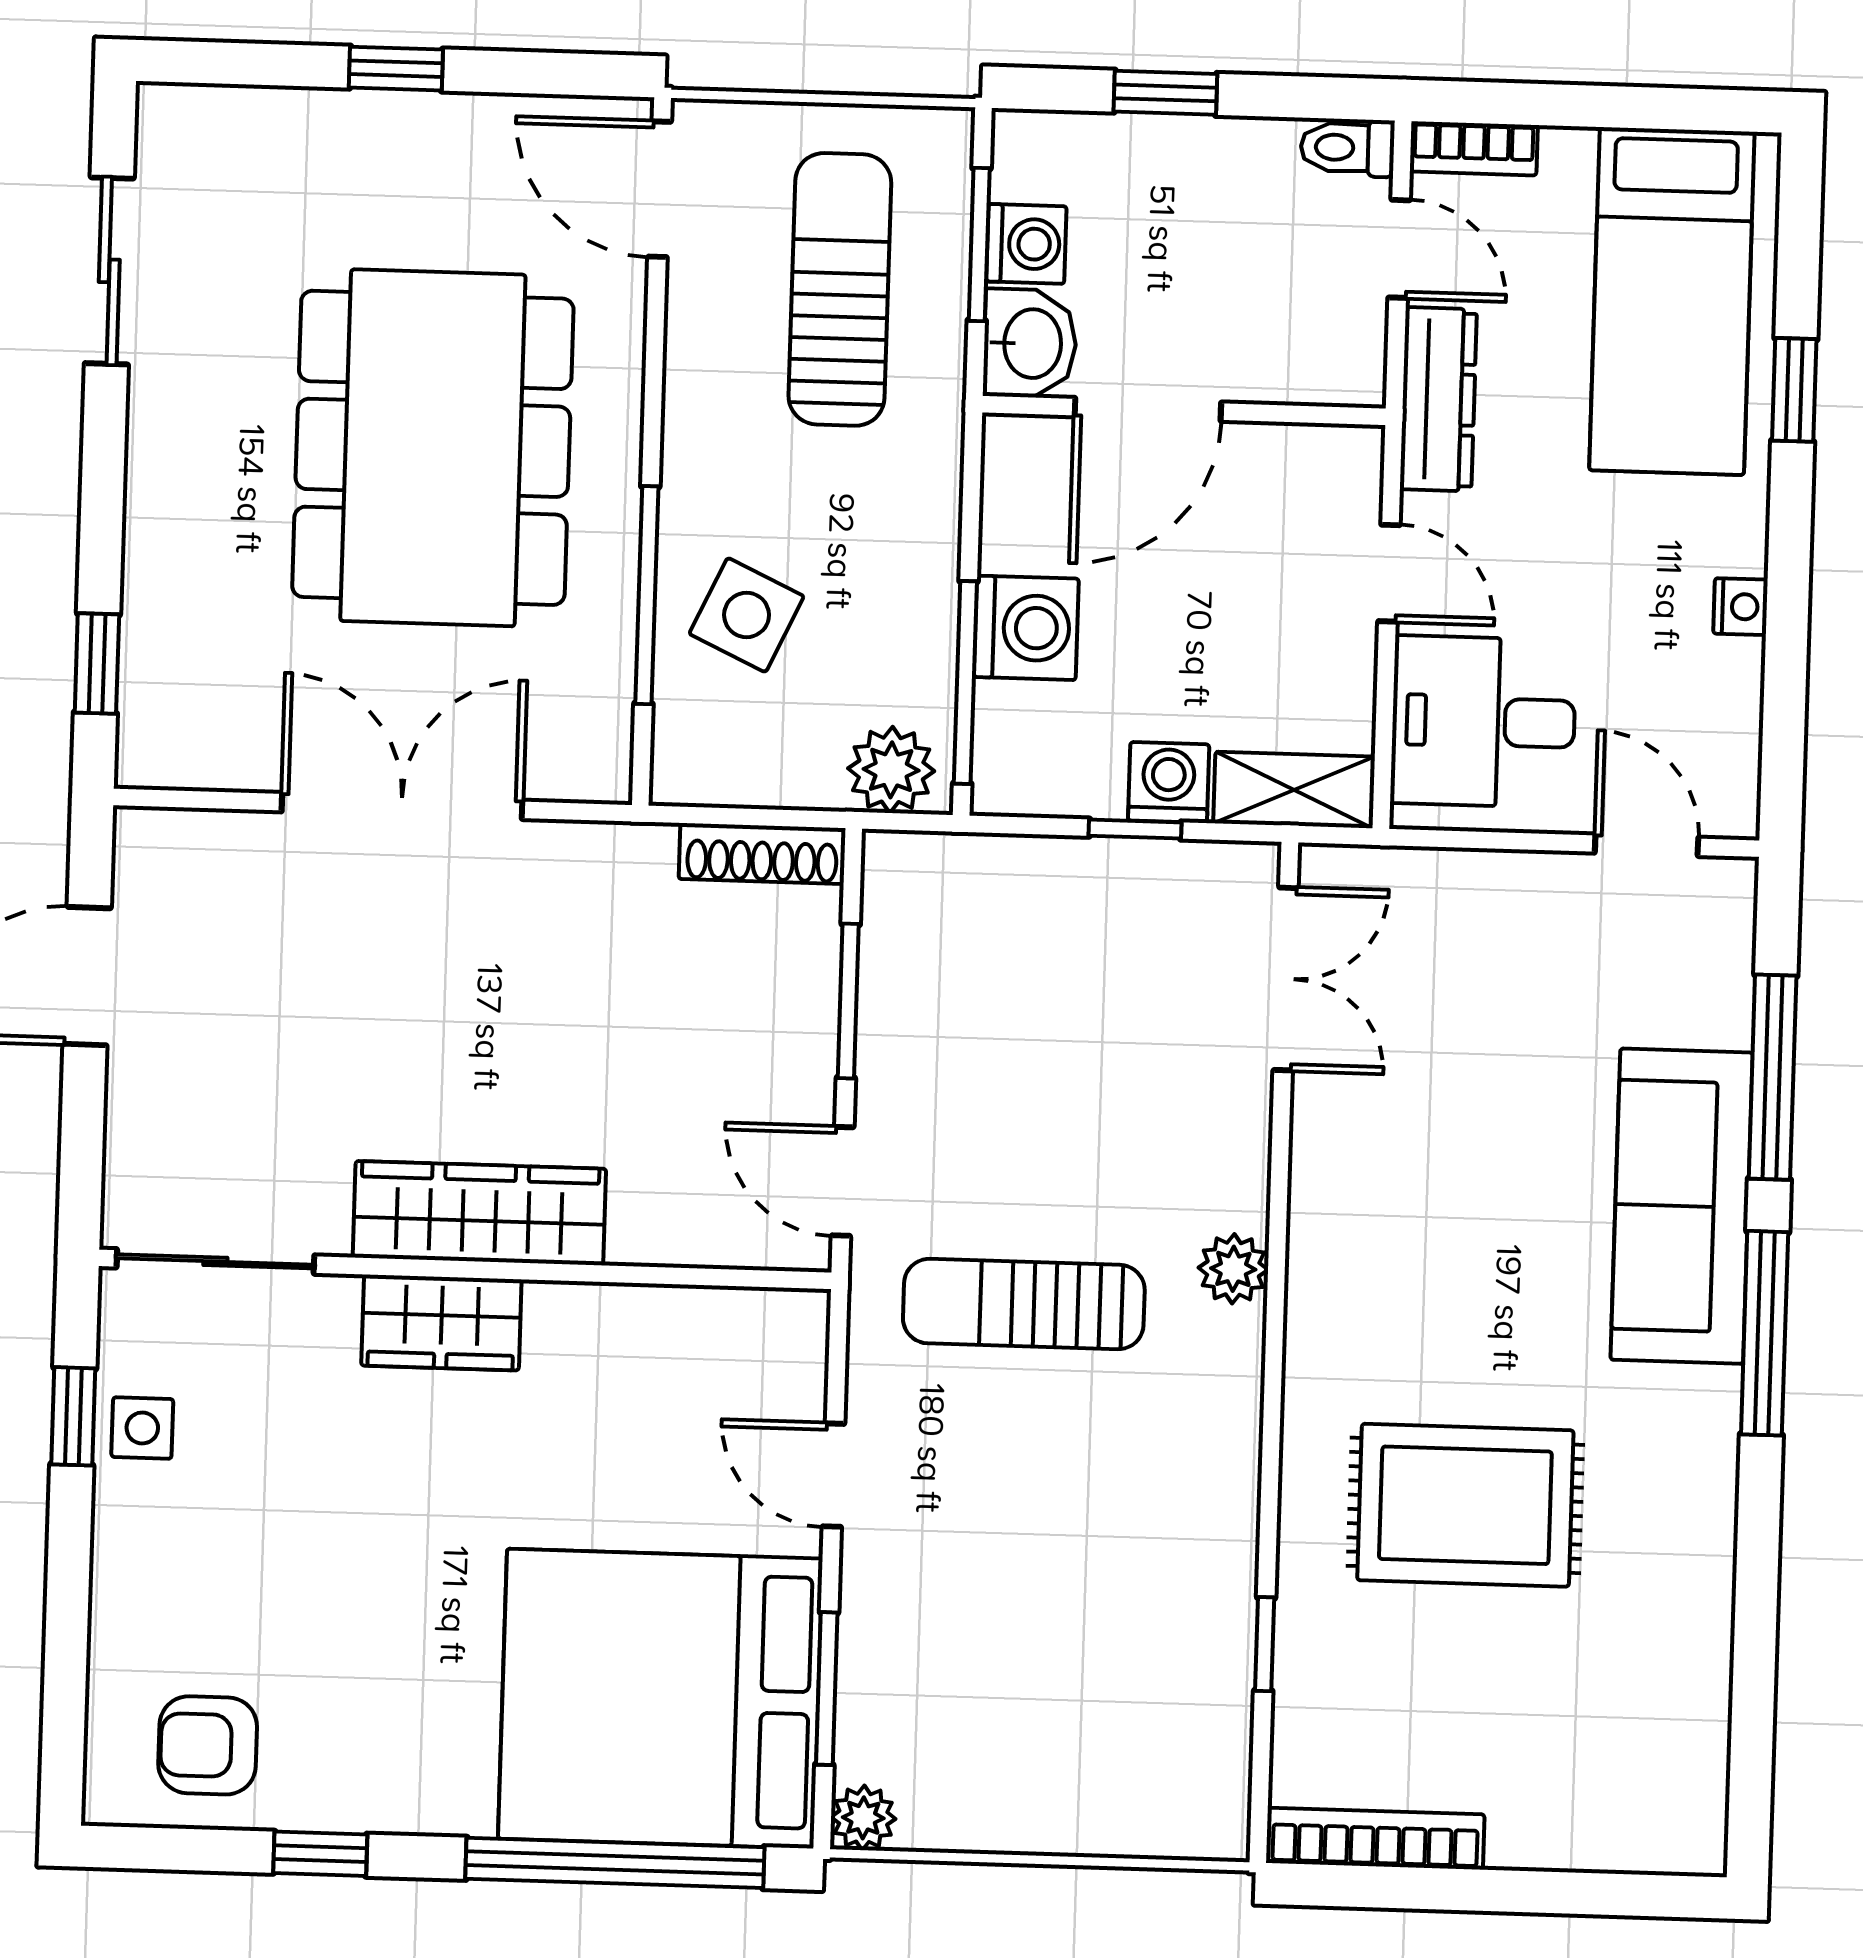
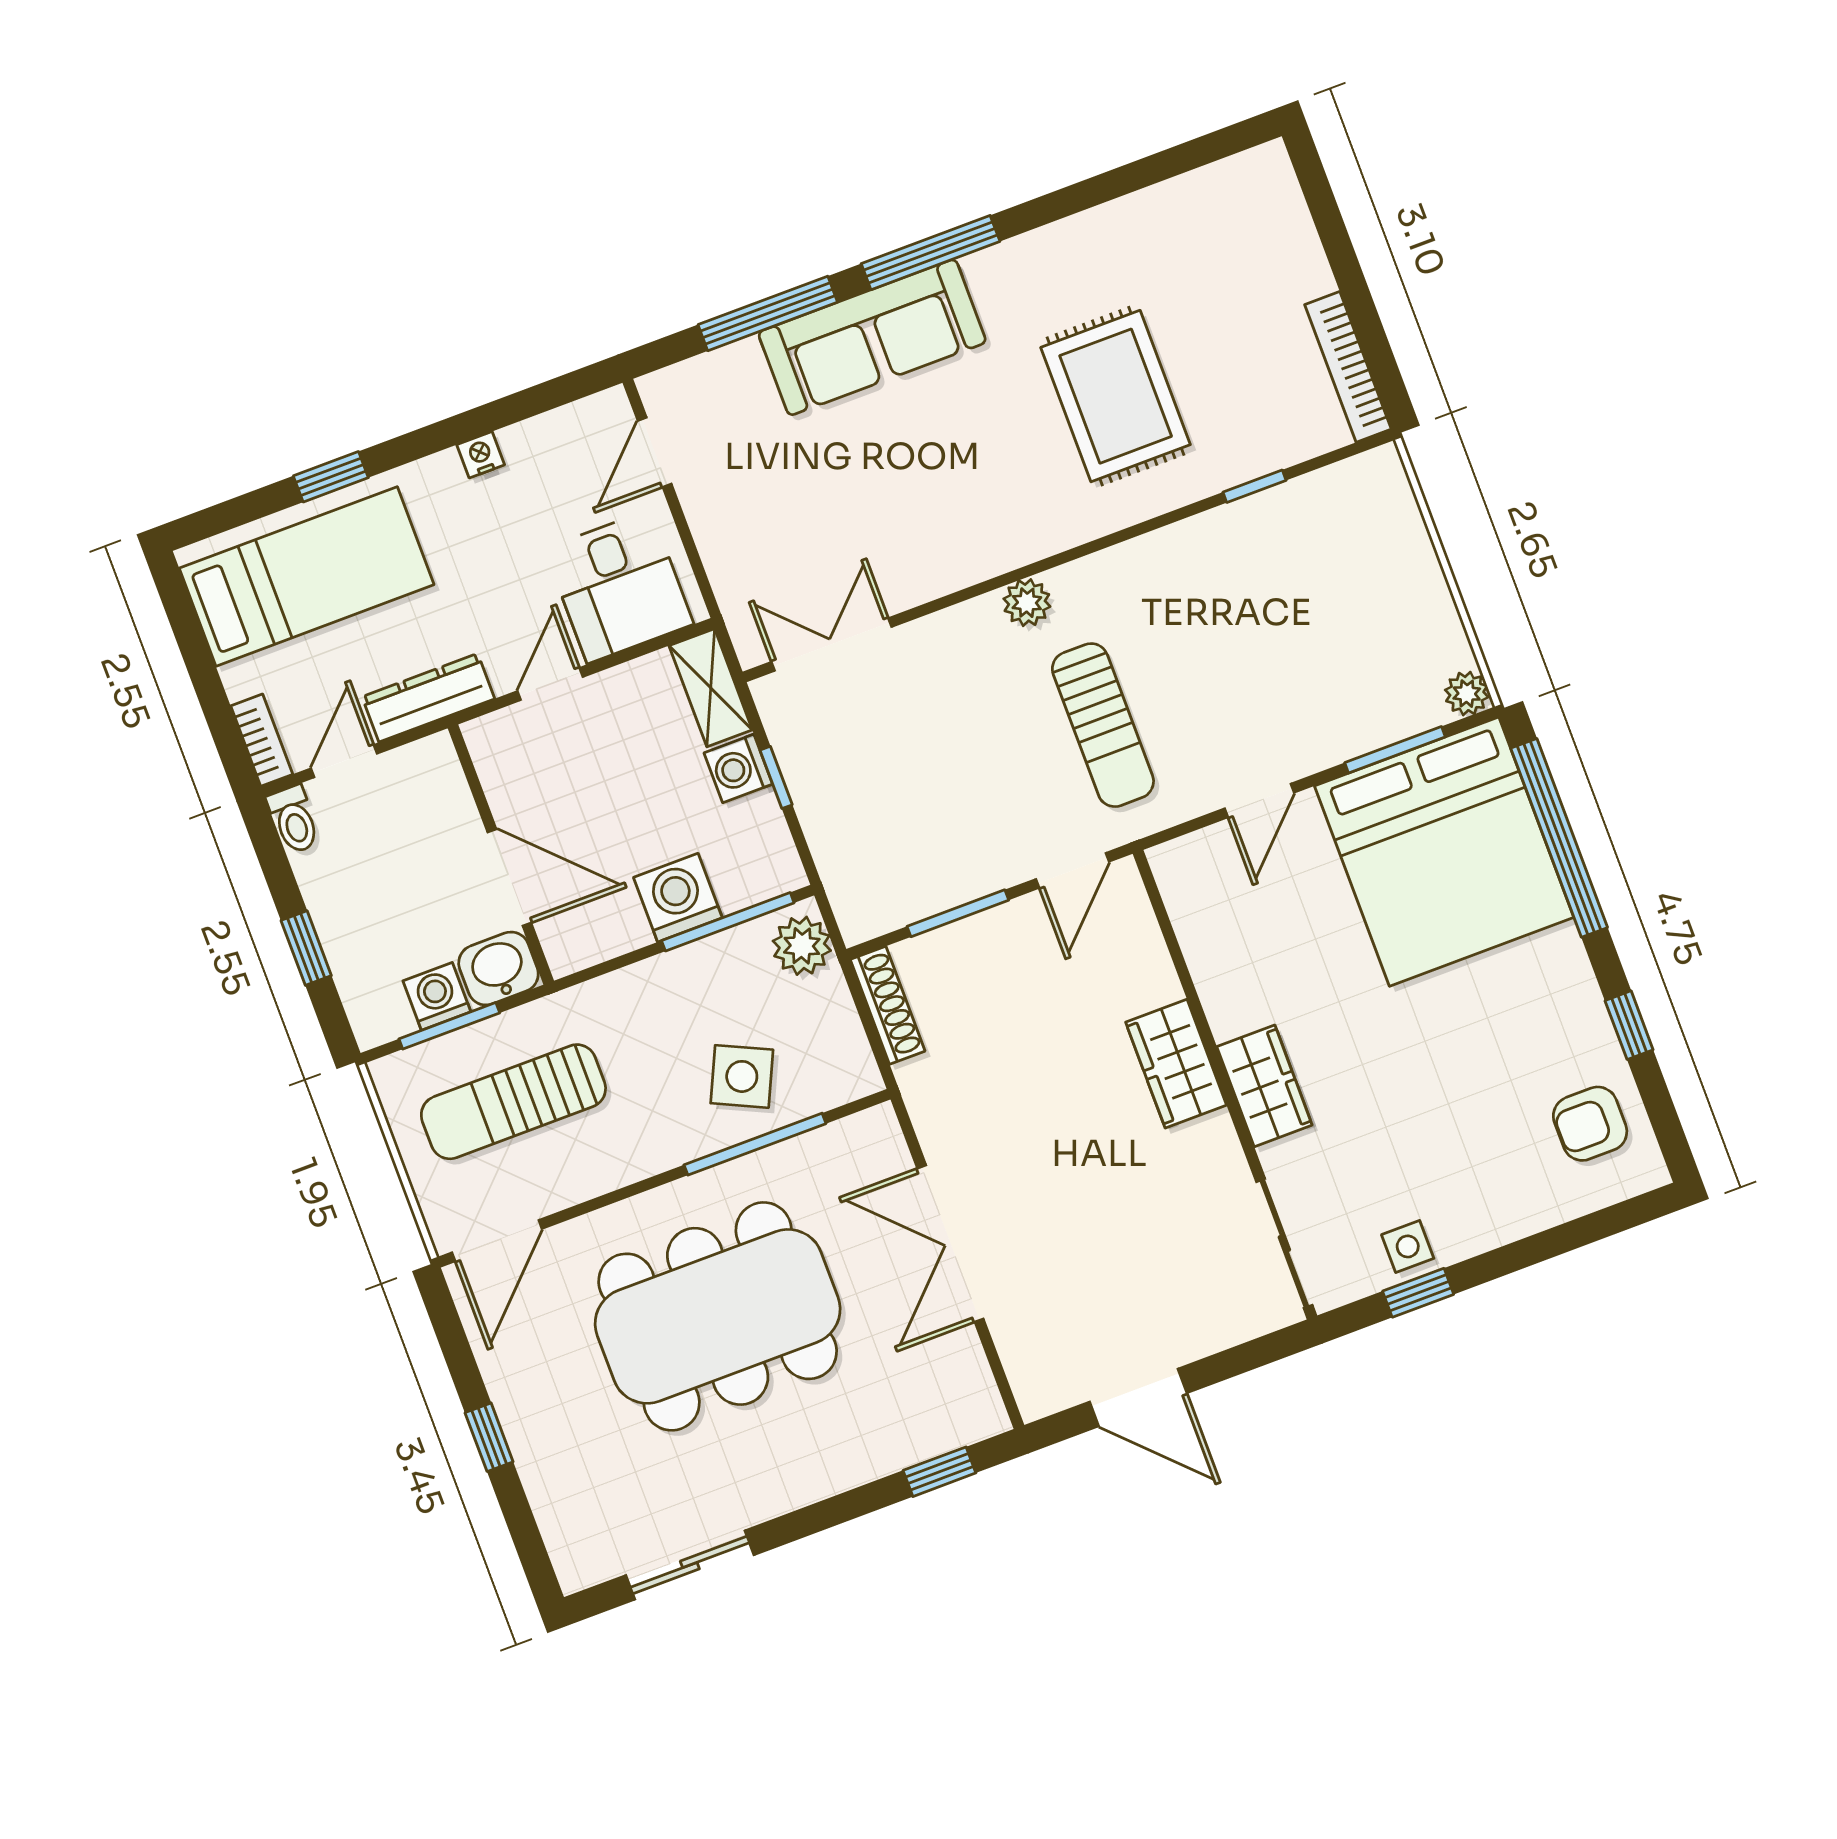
wardrobe: (479, 1213) -> (1176, 1064), width x0.67
armchair: (208, 1745) -> (1590, 1124), turned 90

